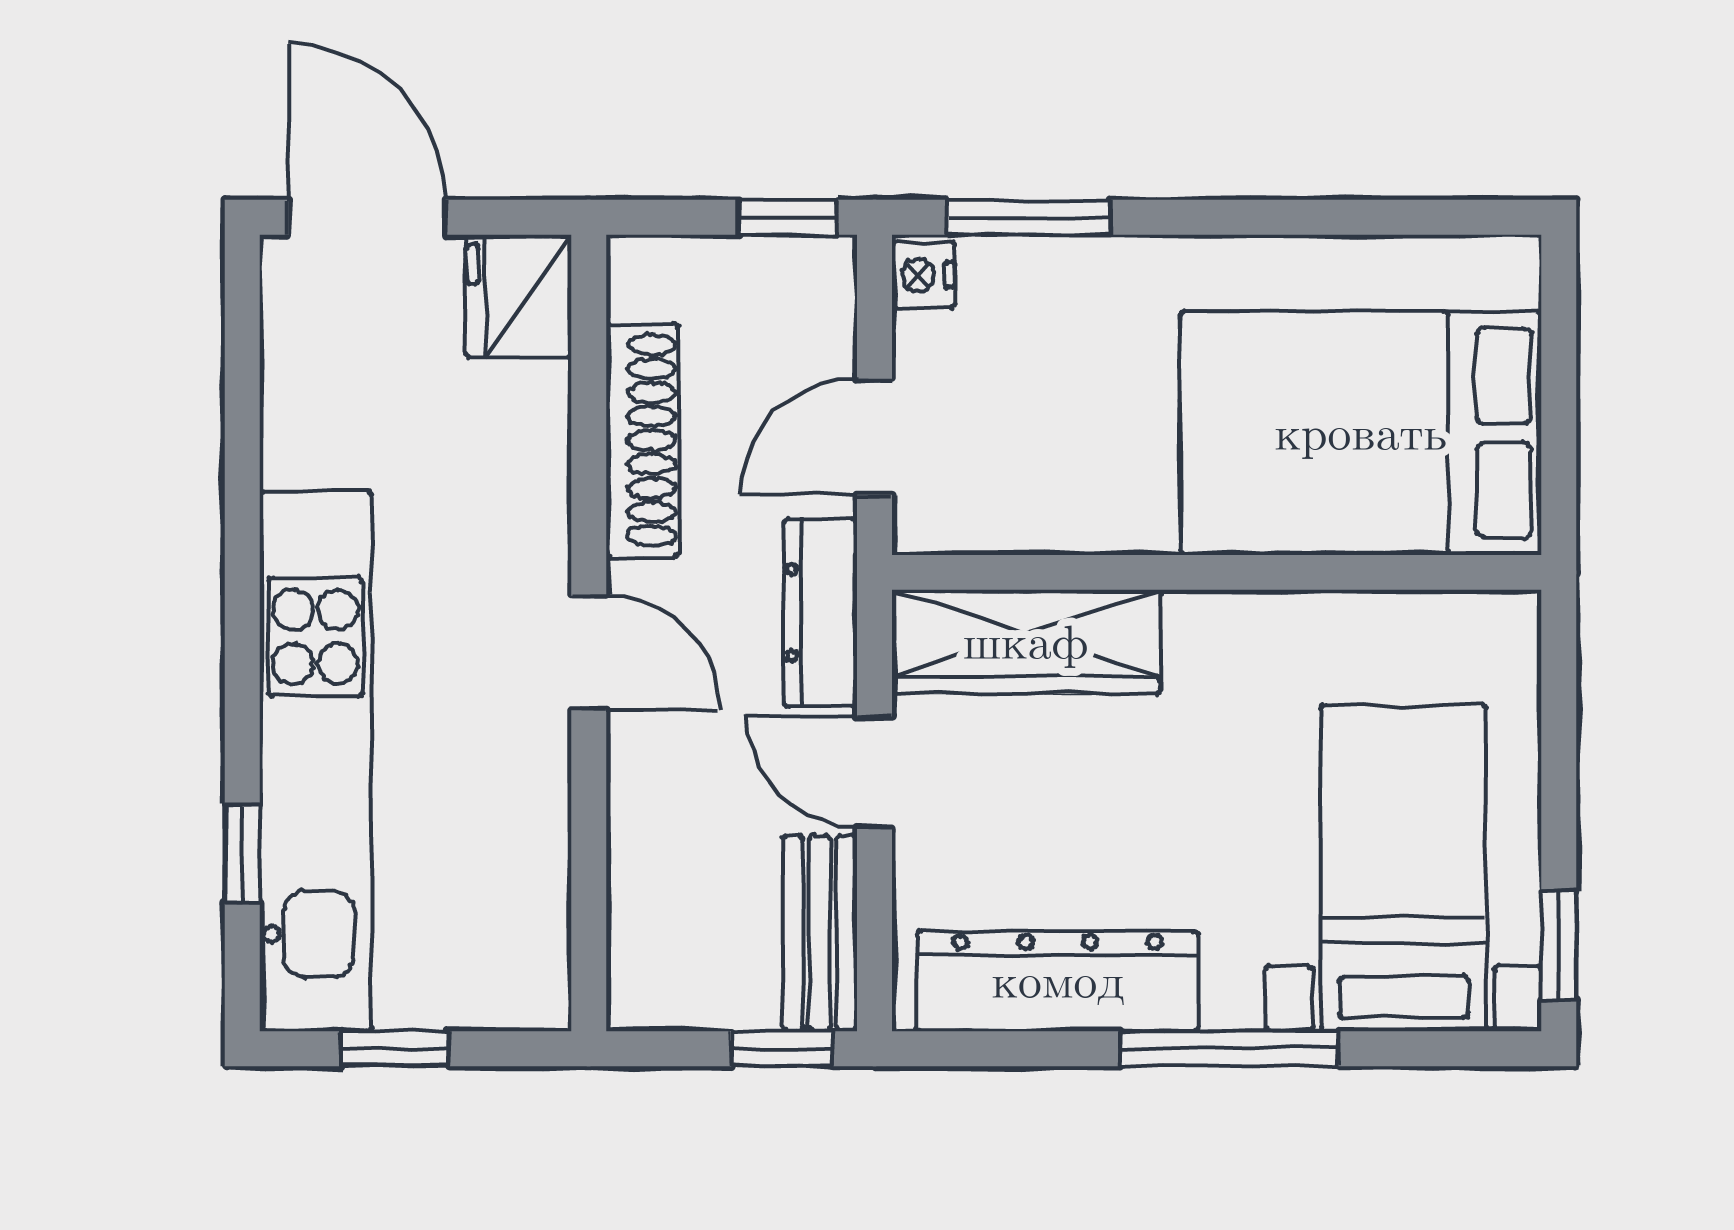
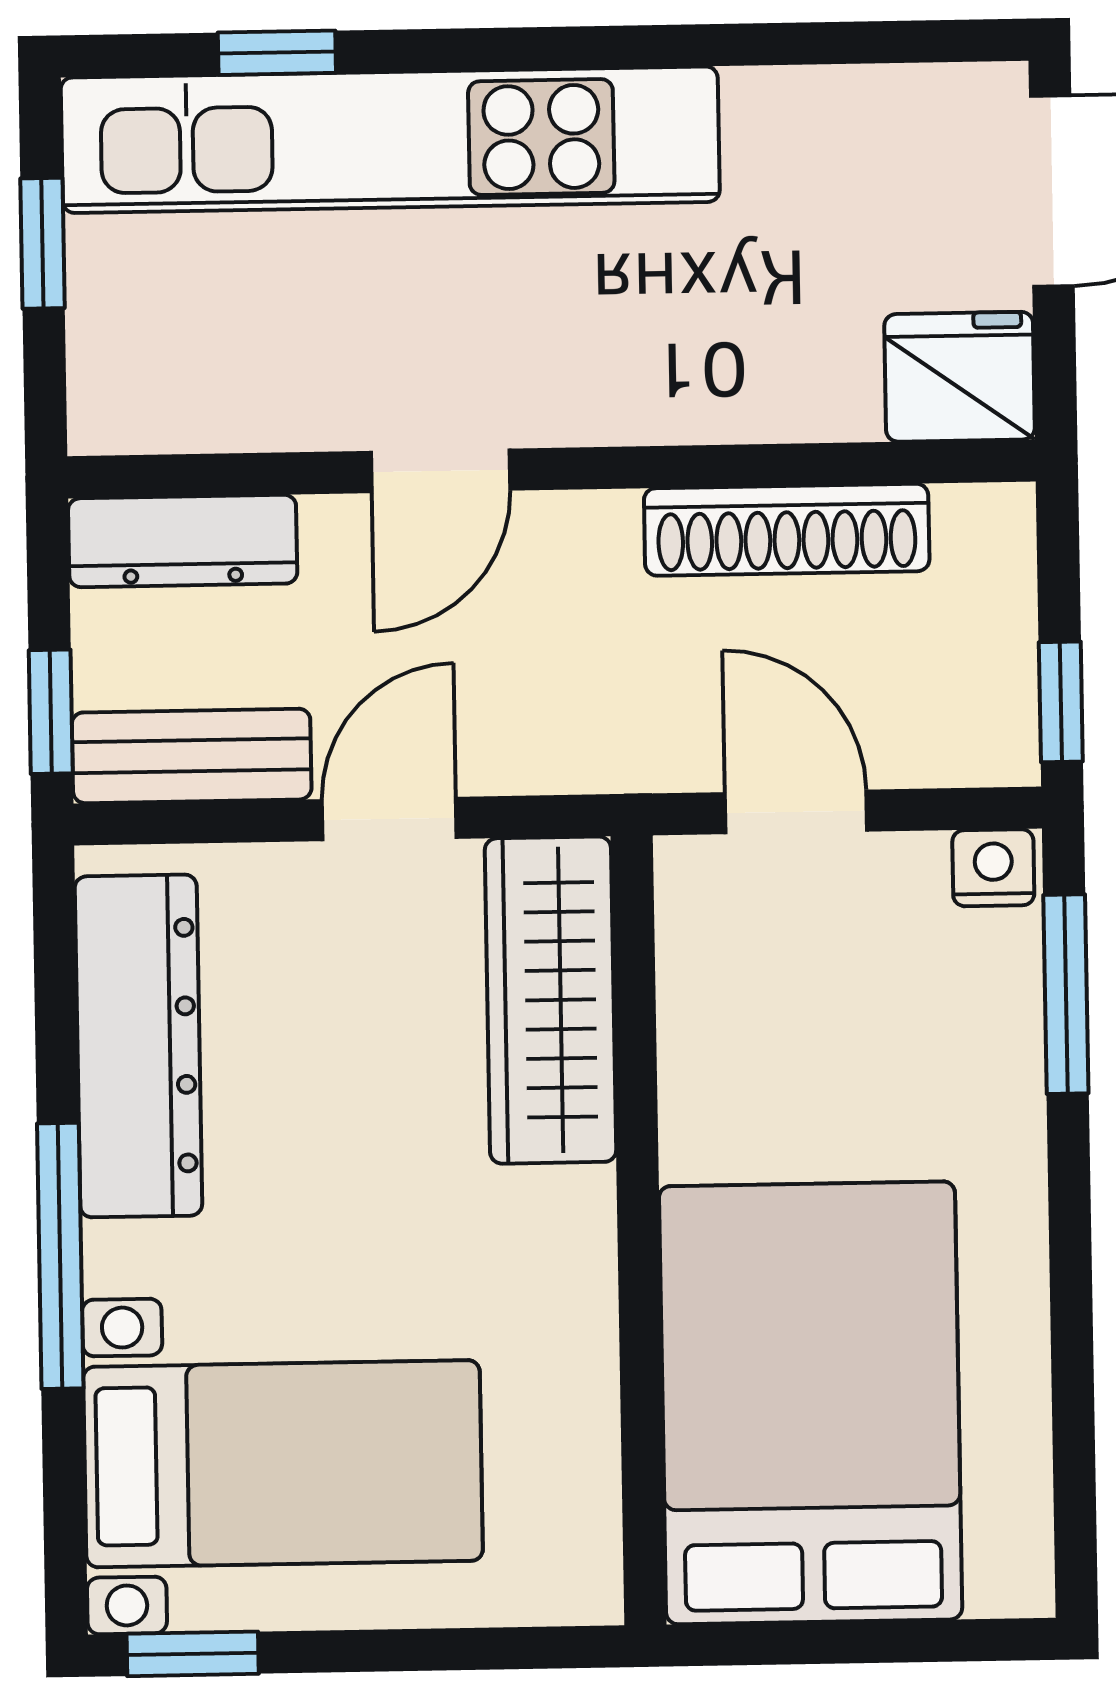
dresser: (820, 613) -> (183, 541), moved, turned 180
door: (589, 653) -> (441, 471), moved

